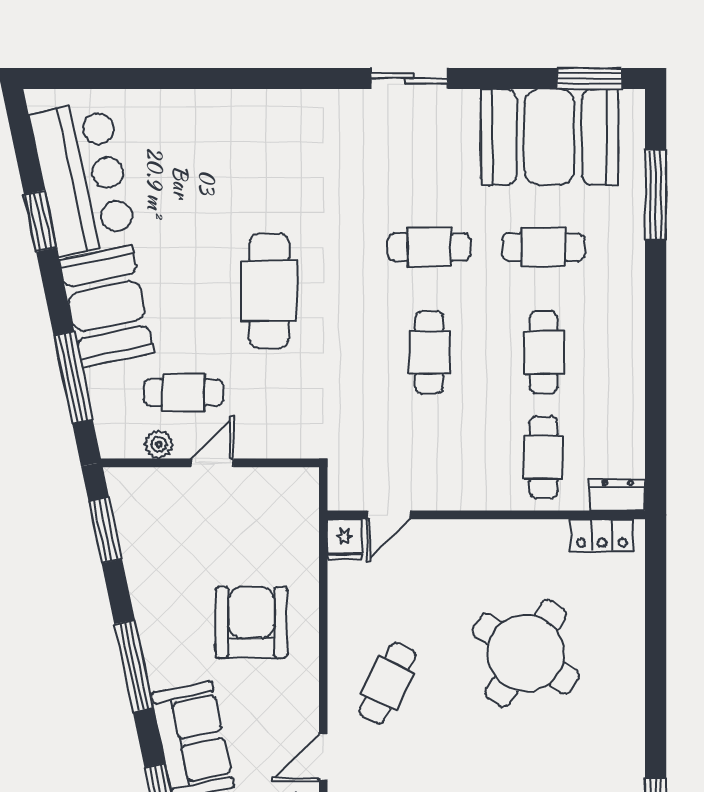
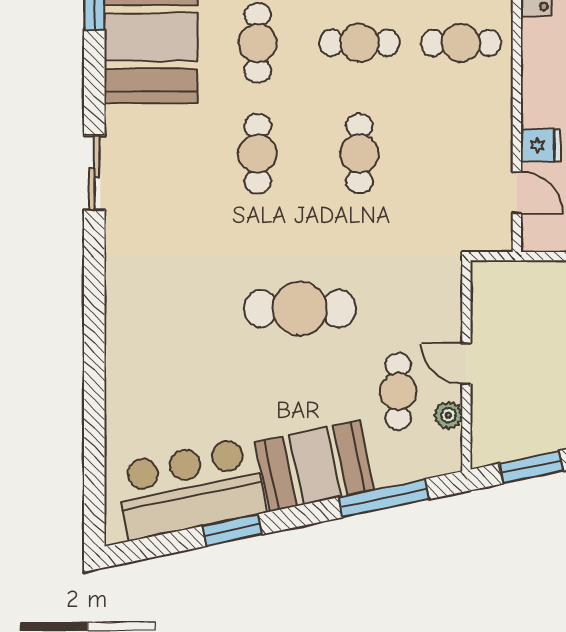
cafe table: (429, 352) -> (359, 154), turned 90
fridge: (344, 539) -> (541, 145), moved

